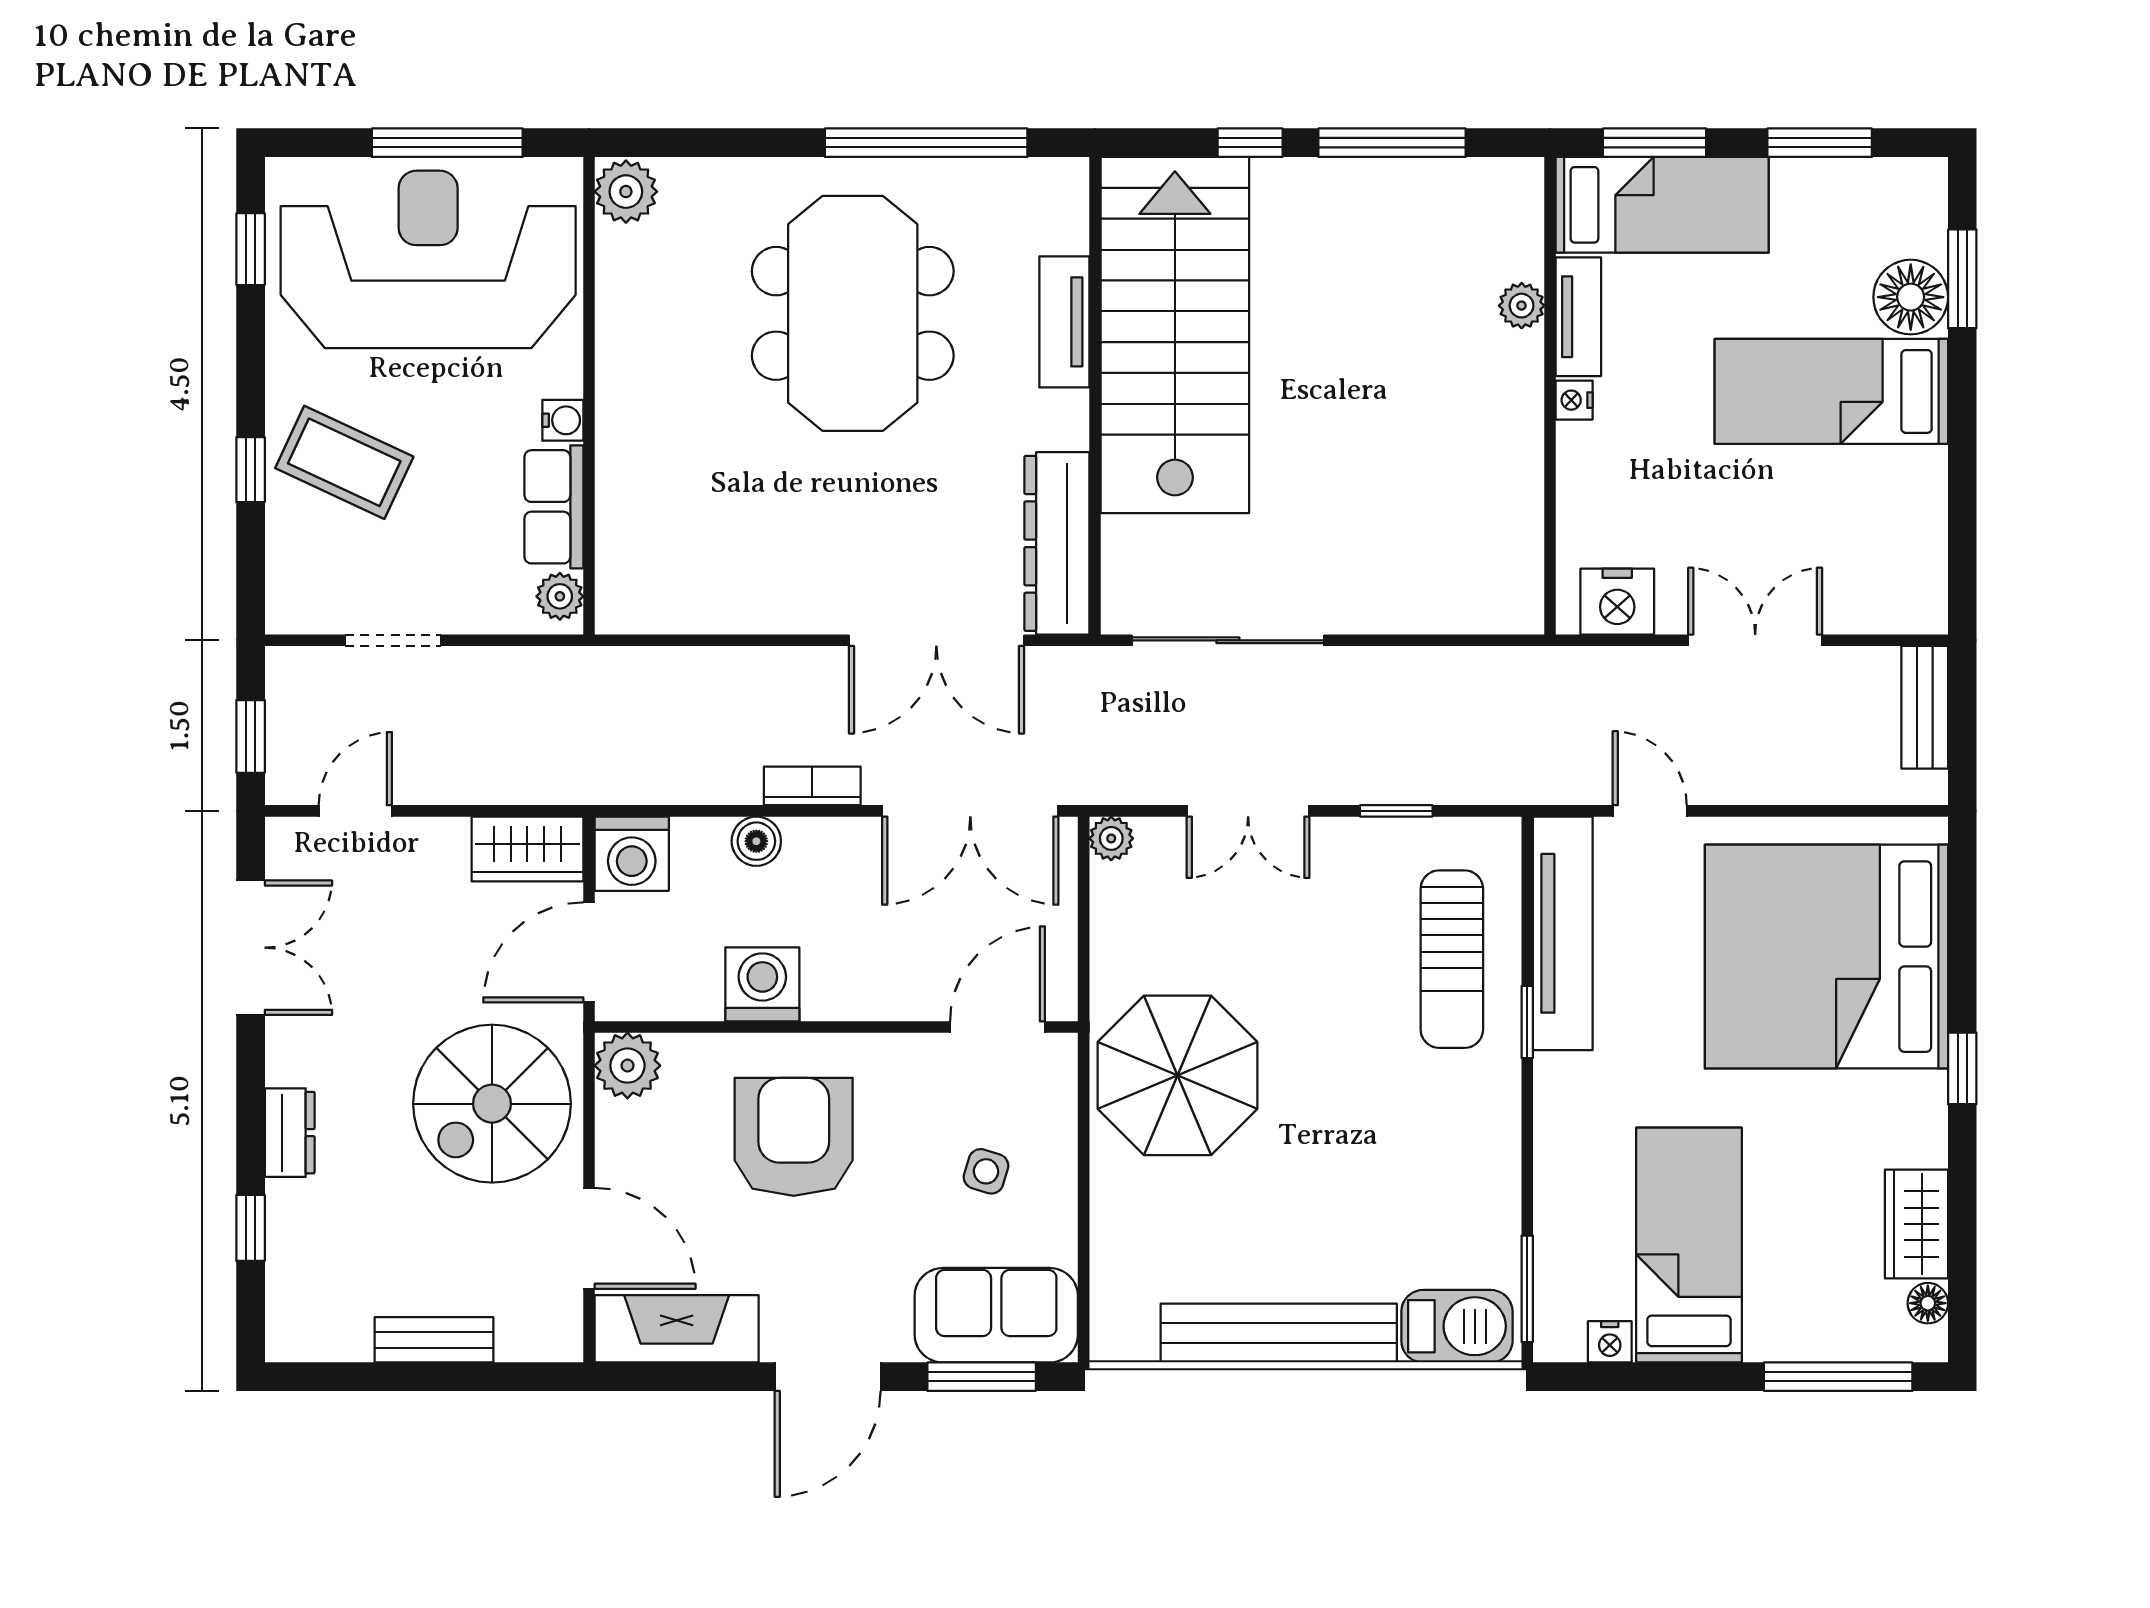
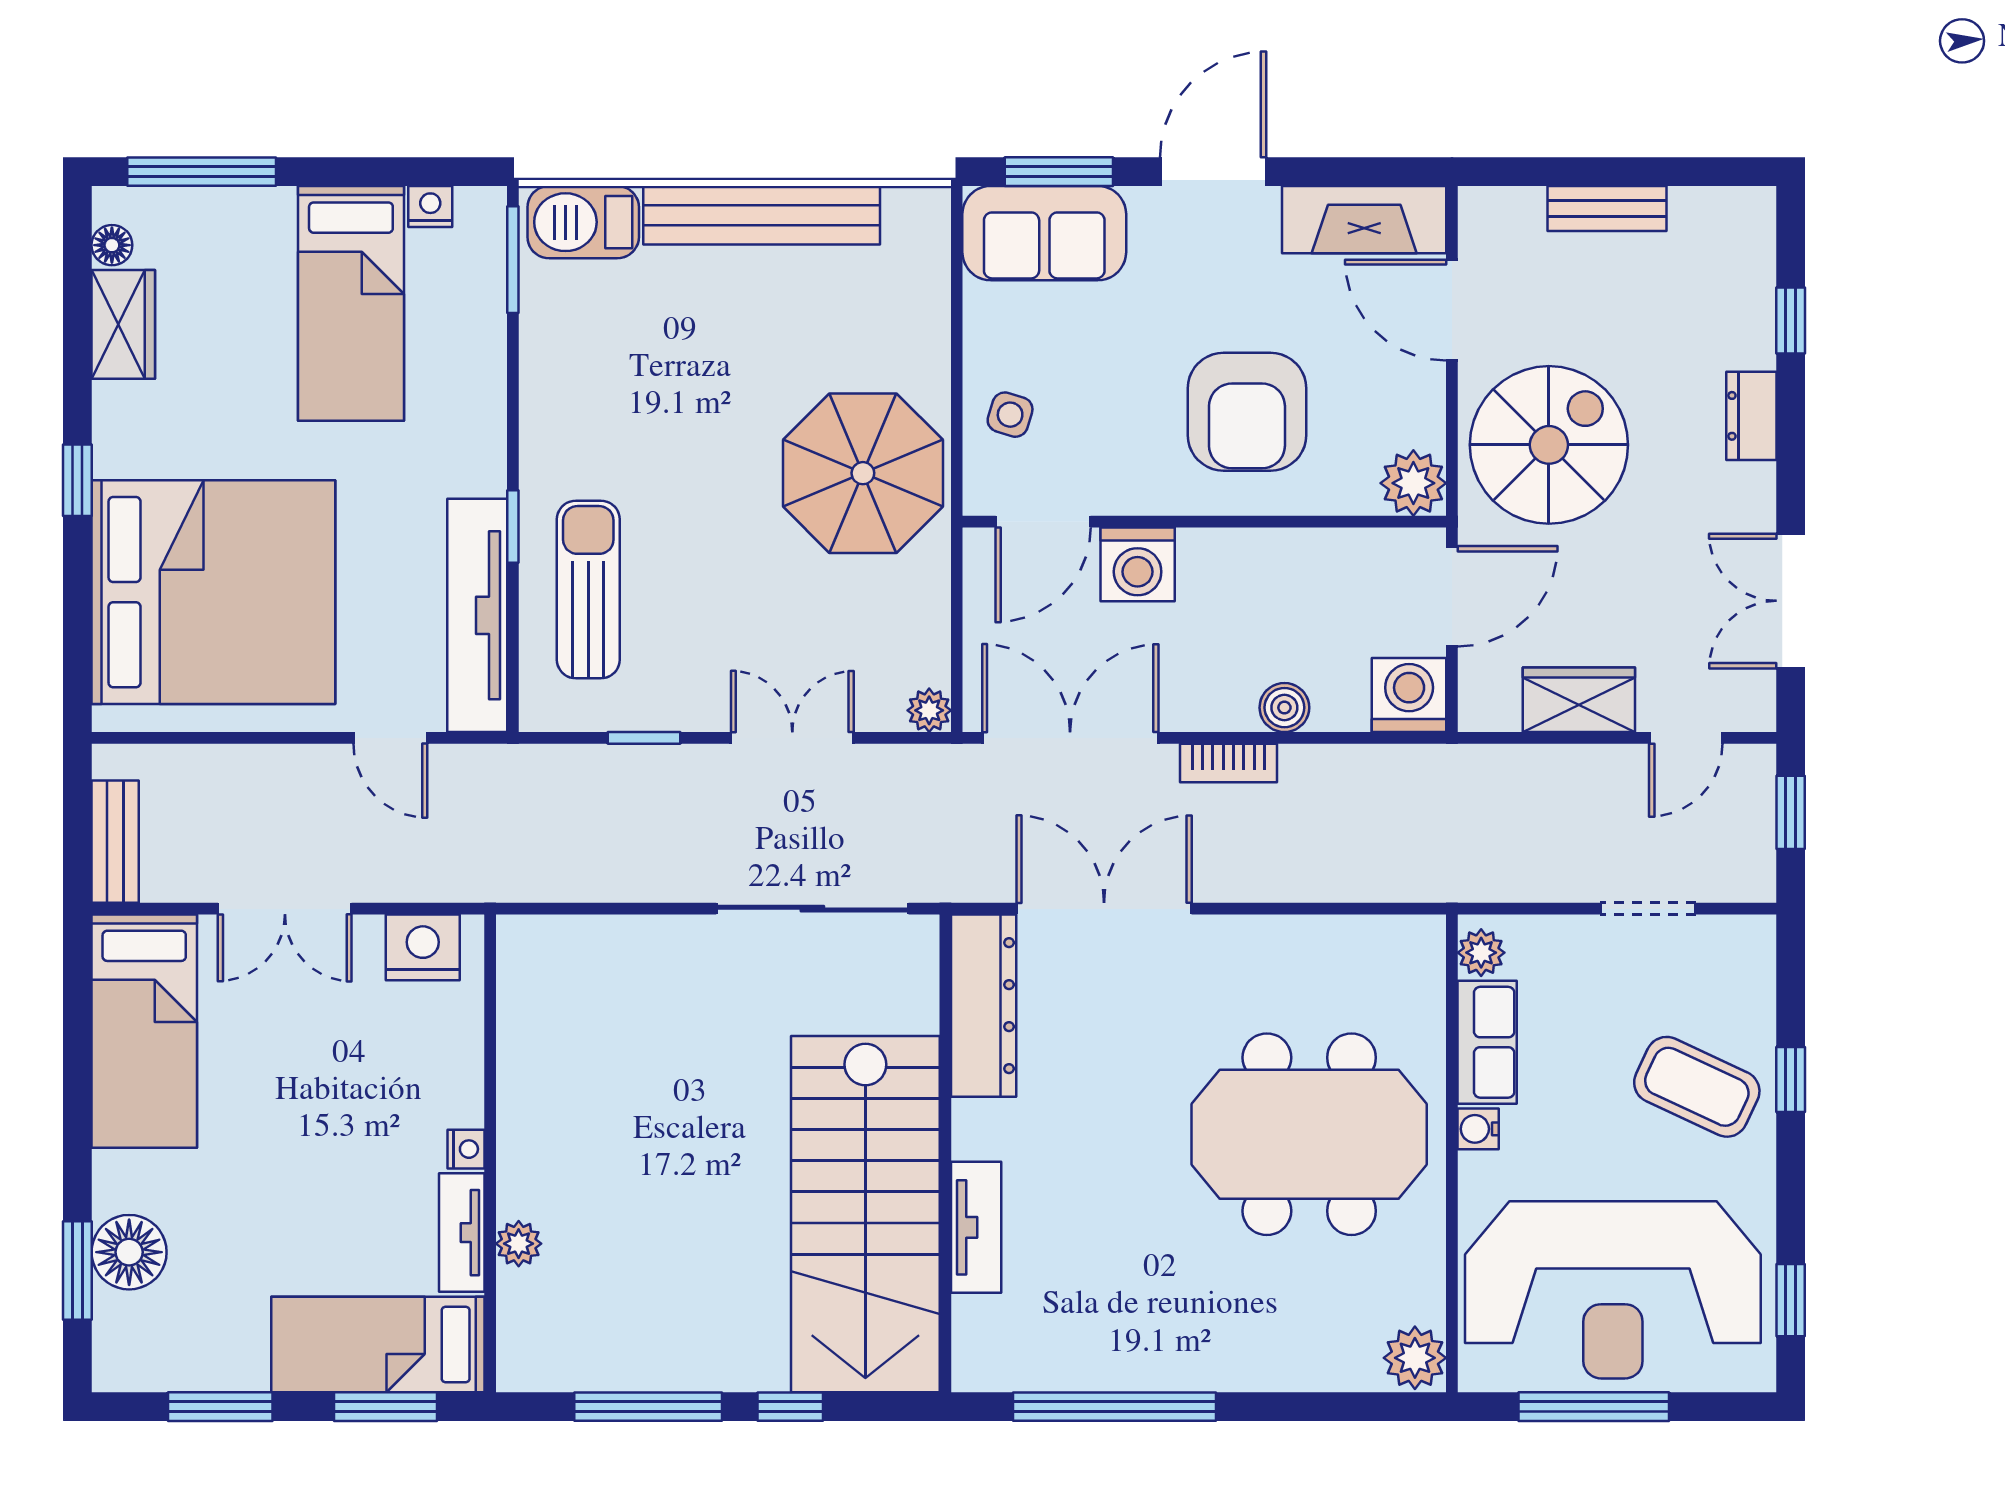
meeting table: (853, 313) -> (1309, 1134), moved, turned 90
bed: (1831, 391) -> (144, 1031), moved, turned 90
wardrobe: (527, 849) -> (1579, 700), moved
washing machine: (762, 984) -> (1138, 564), moved
side table: (986, 1171) -> (1010, 415), moved

